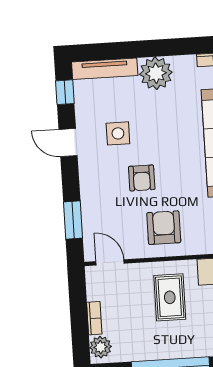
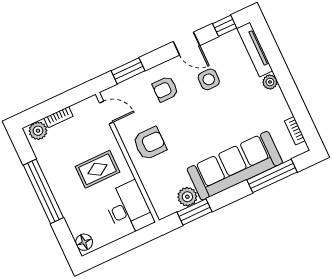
plant: (156, 73) -> (270, 82), width x0.53, depth x0.53
door: (68, 143) -> (186, 44), swing flipped
armchair: (142, 178) -> (165, 89), moved
door: (110, 262) -> (106, 112), hinge flipped

